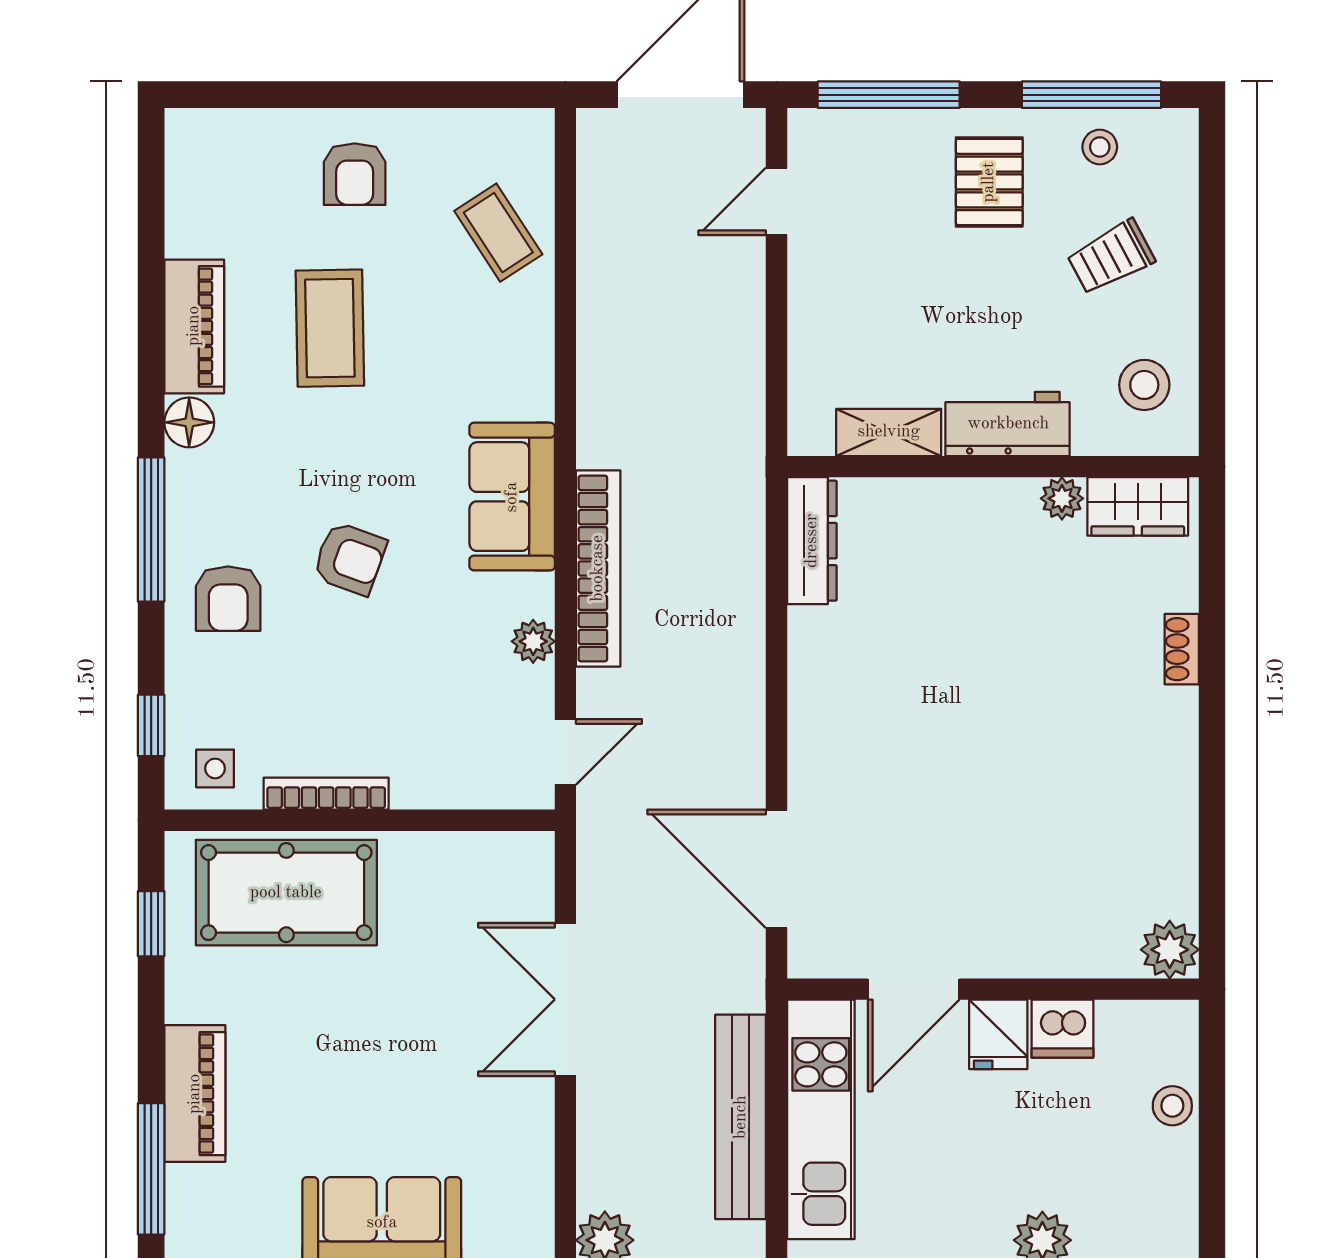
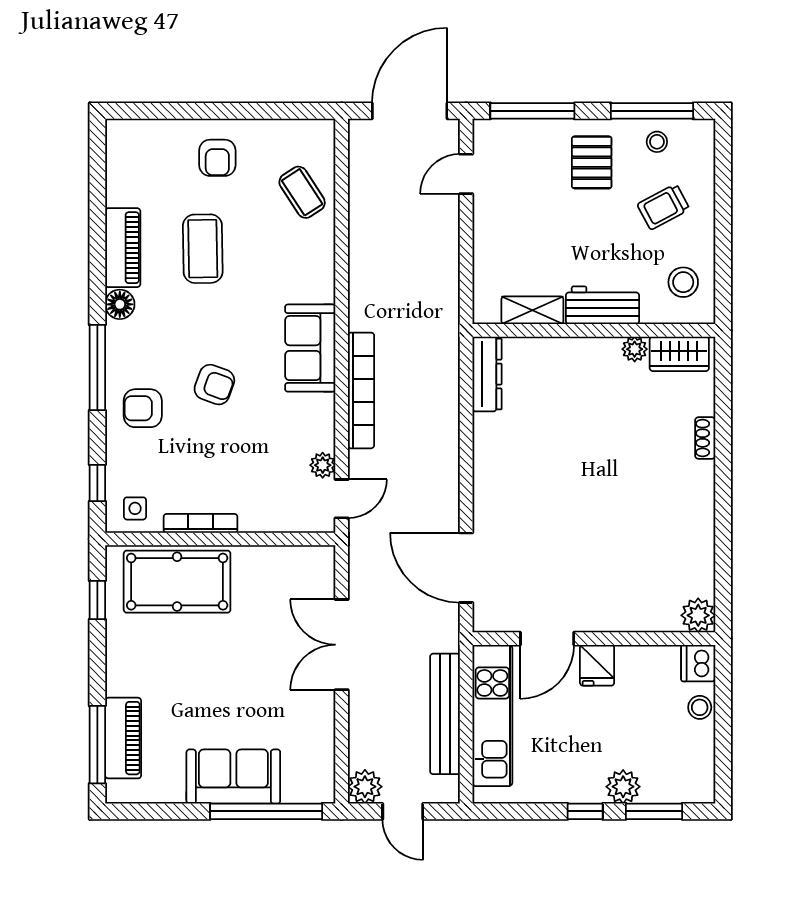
armchair: (228, 599) -> (143, 408), turned 90
plant: (533, 641) -> (323, 465), moved
dishwasher: (1062, 1029) -> (698, 663), moved, turned 90
piano: (195, 1094) -> (123, 738), moved

